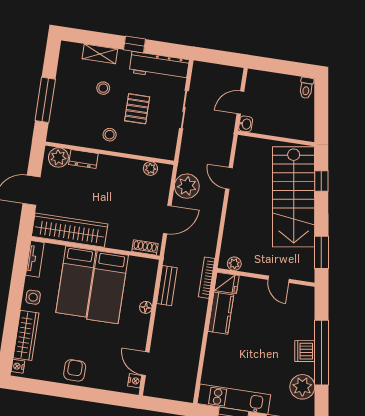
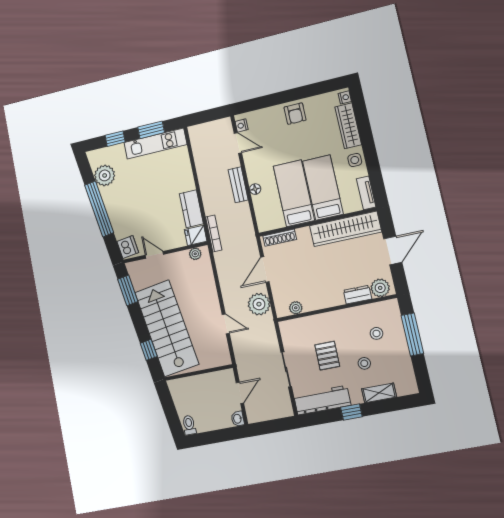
washbasin: (246, 124) -> (238, 419), moved
stool: (110, 135) -> (376, 333), moved
shoe rack: (145, 247) -> (280, 238), width x1.43
bench: (167, 286) -> (238, 185), moved
dishwasher: (305, 351) -> (128, 247), moved

